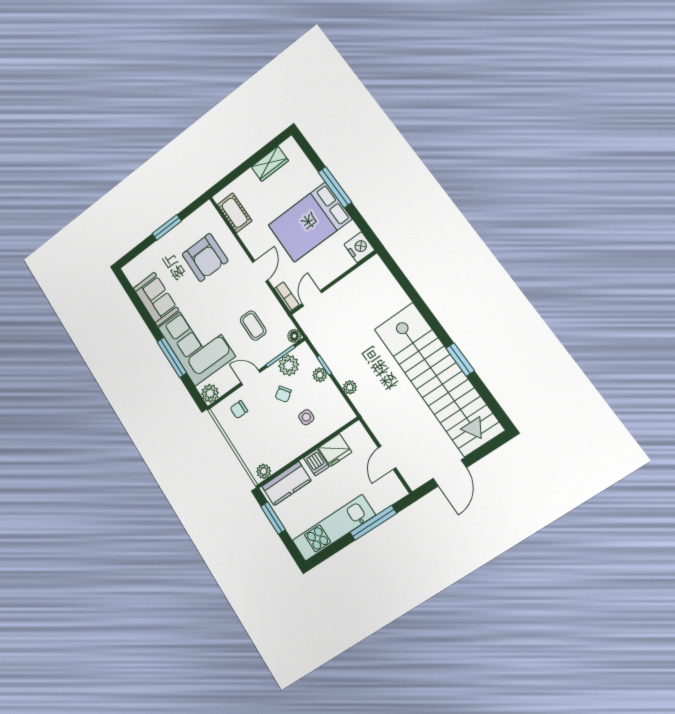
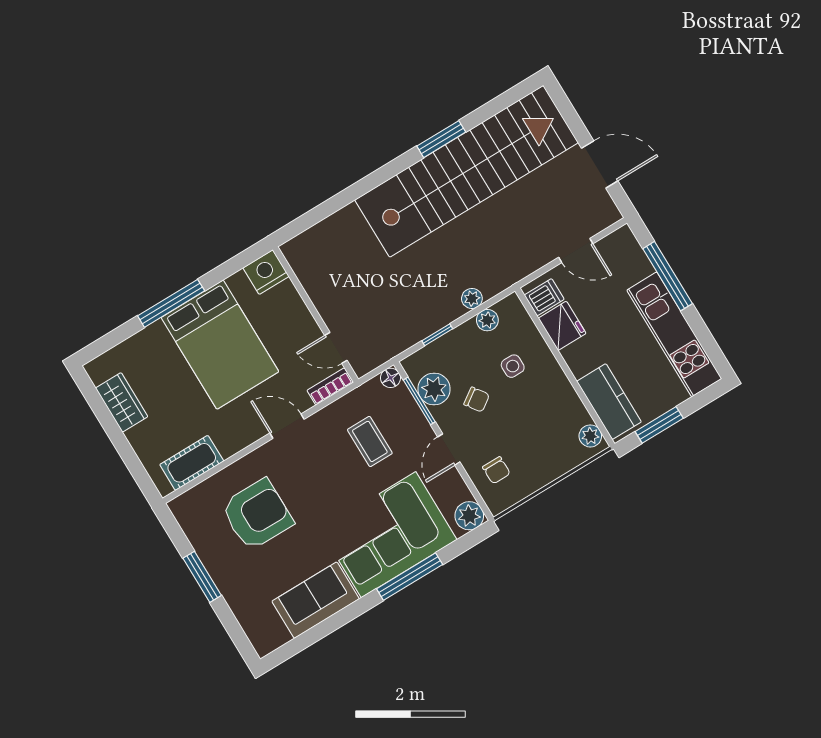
coffee table: (253, 326) -> (370, 441), turned 90
plant: (320, 375) -> (487, 320), moved
dishwasher: (316, 462) -> (544, 297), moved

